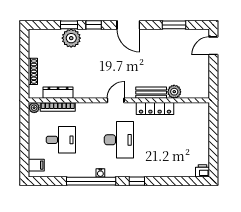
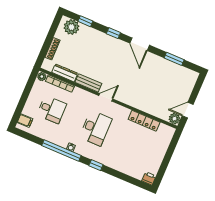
window: (69, 25) -> (85, 21), moved
plant: (71, 38) -> (71, 27), moved
door: (213, 46) -> (188, 110), moved
plant: (174, 92) -> (174, 119), moved
bench: (151, 93) -> (88, 83), moved
locker: (155, 109) -> (144, 121), moved

